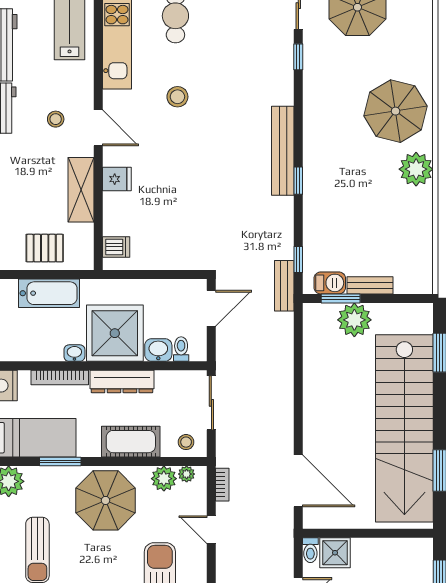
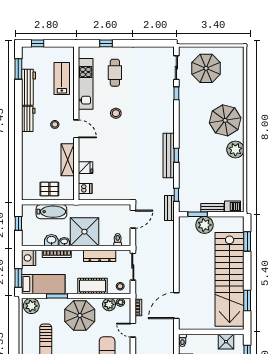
bench: (283, 151) -> (169, 156), moved
fridge: (117, 179) -> (86, 168), moved
barbecue: (330, 283) -> (233, 207), moved
washbasin: (158, 350) -> (51, 240), moved
dresser: (122, 382) -> (100, 256), moved
door: (298, 481) -> (176, 306), swing flipped
shower: (335, 553) -> (226, 342), moved

